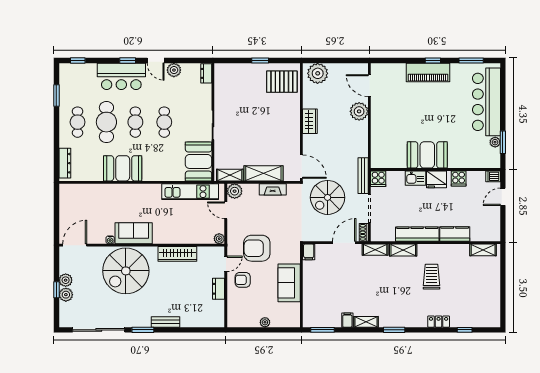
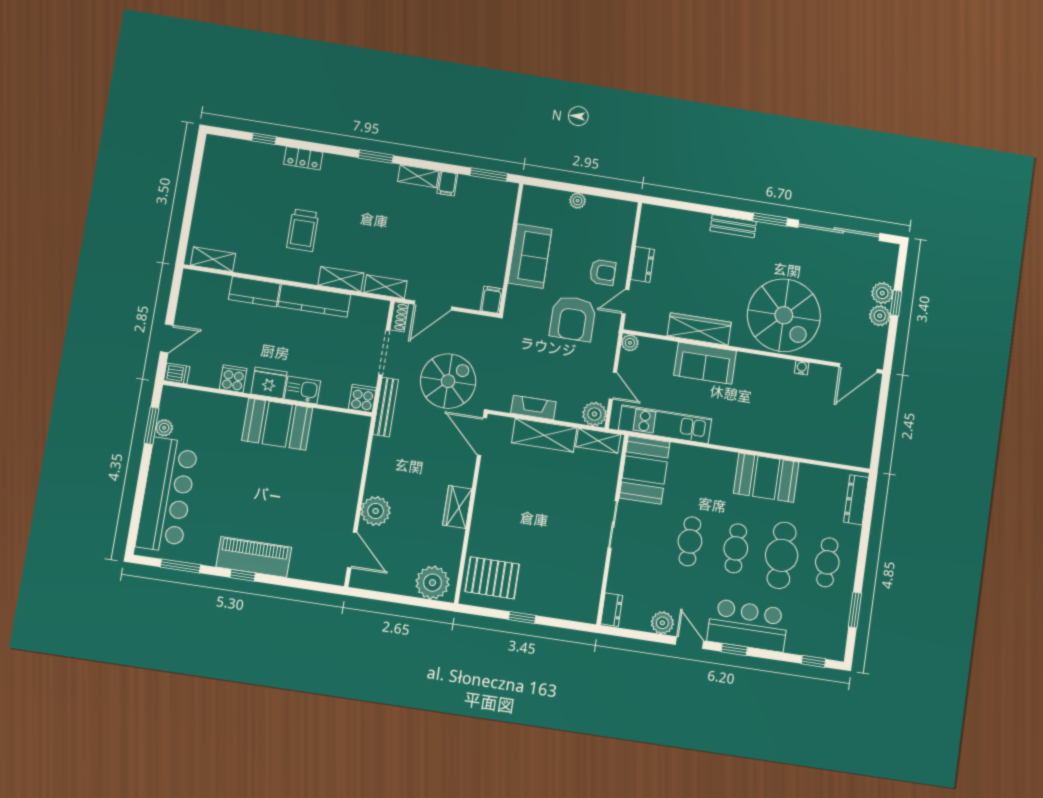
sofa: (134, 233) -> (705, 363), moved
armchair: (257, 248) -> (573, 318), turned 90
spiral stairs: (126, 271) -> (784, 315), turned 90

